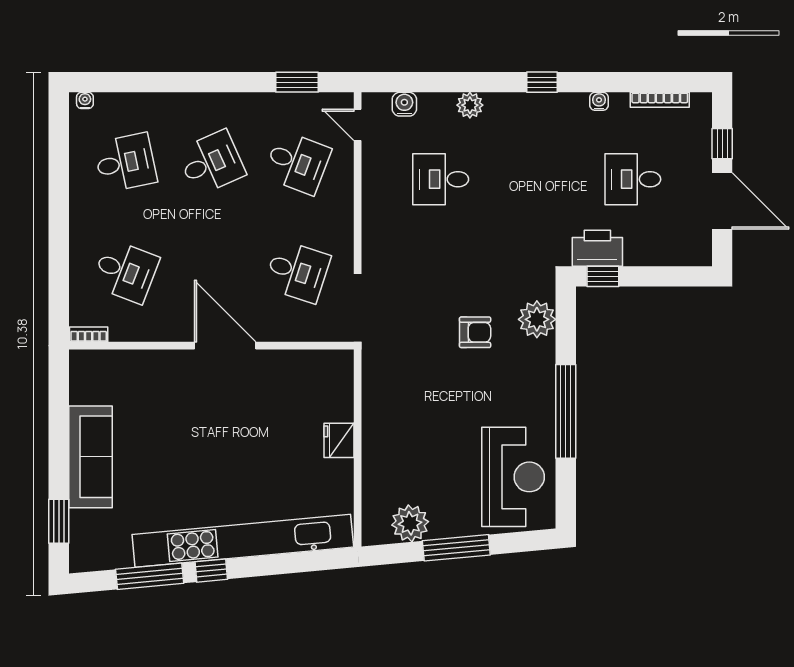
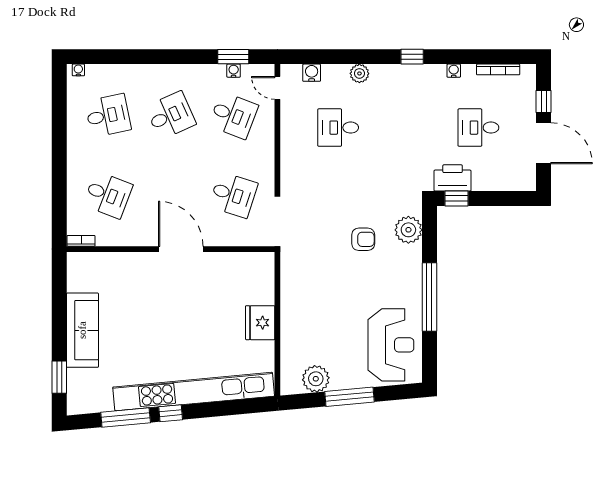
water cooler: (298, 101) -> (234, 71), added
fridge: (339, 440) -> (260, 323), width x1.36, depth x1.34

